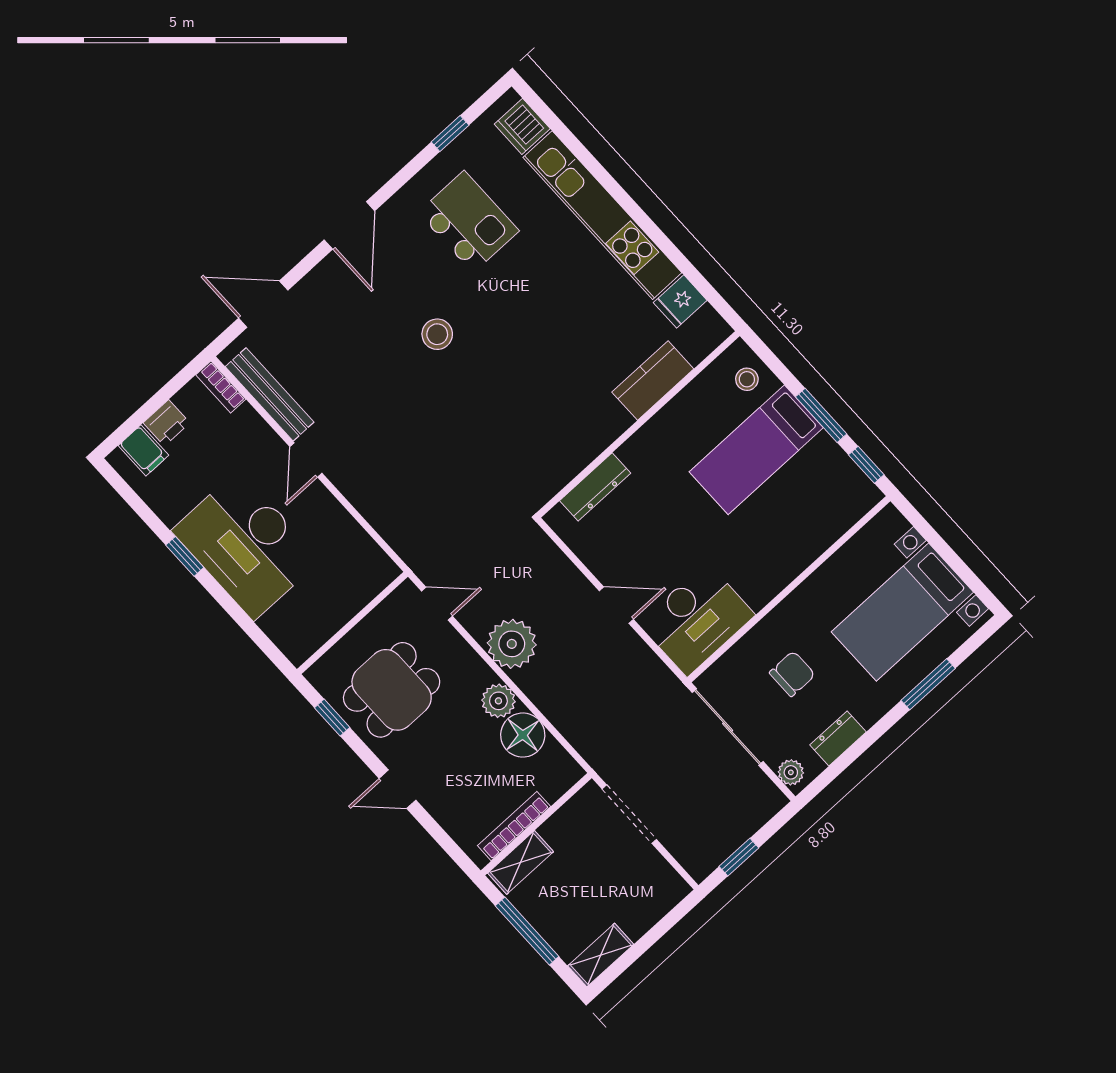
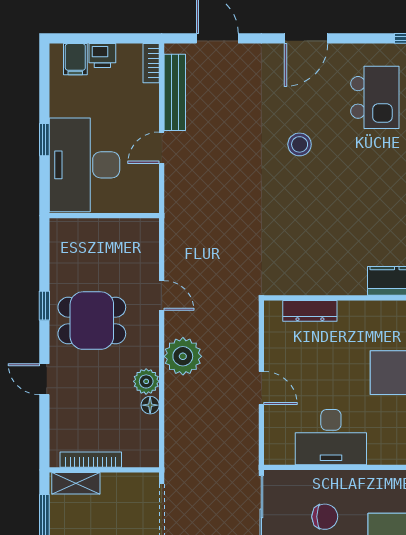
desk: (697, 619) -> (331, 437), moved
wall: (352, 623) -> (104, 216), moved
floor lamp: (523, 735) -> (150, 405), width x0.53, depth x0.53

